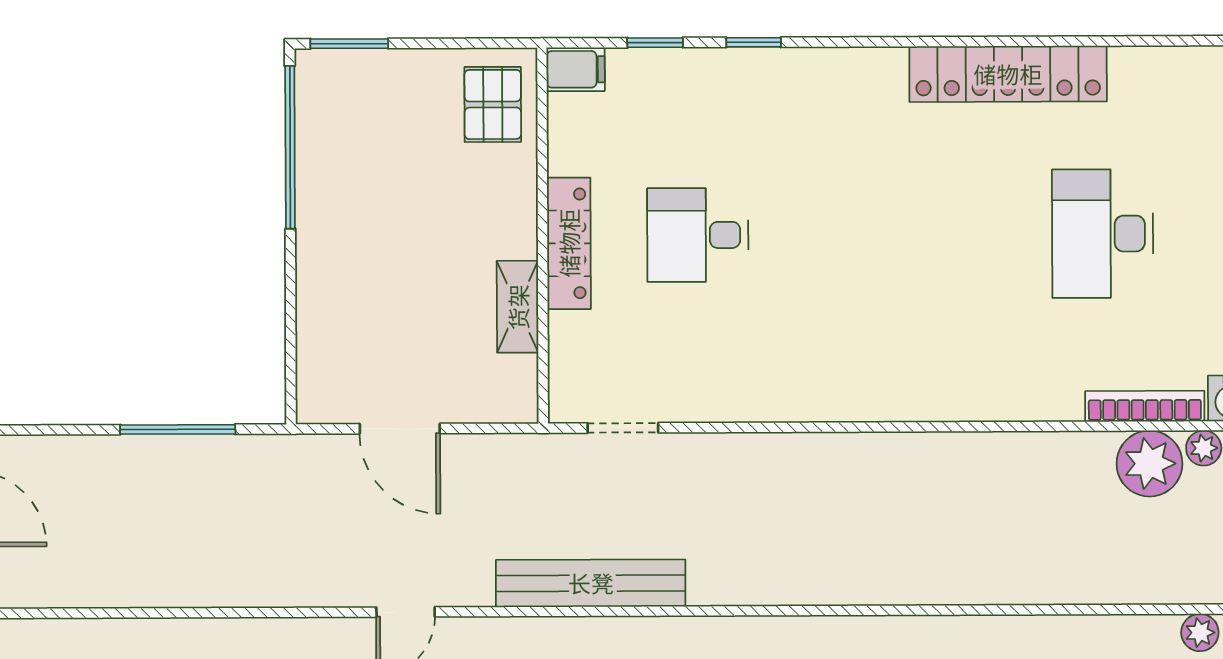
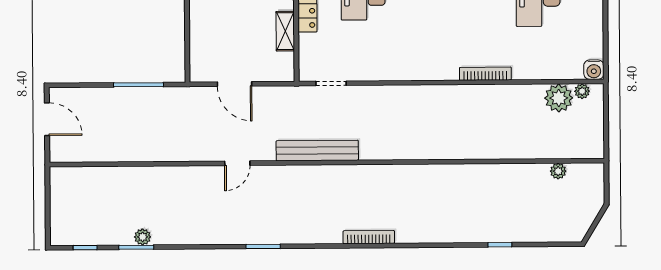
bookcase: (1145, 406) -> (485, 74), moved
plant: (1200, 633) -> (558, 171), moved

